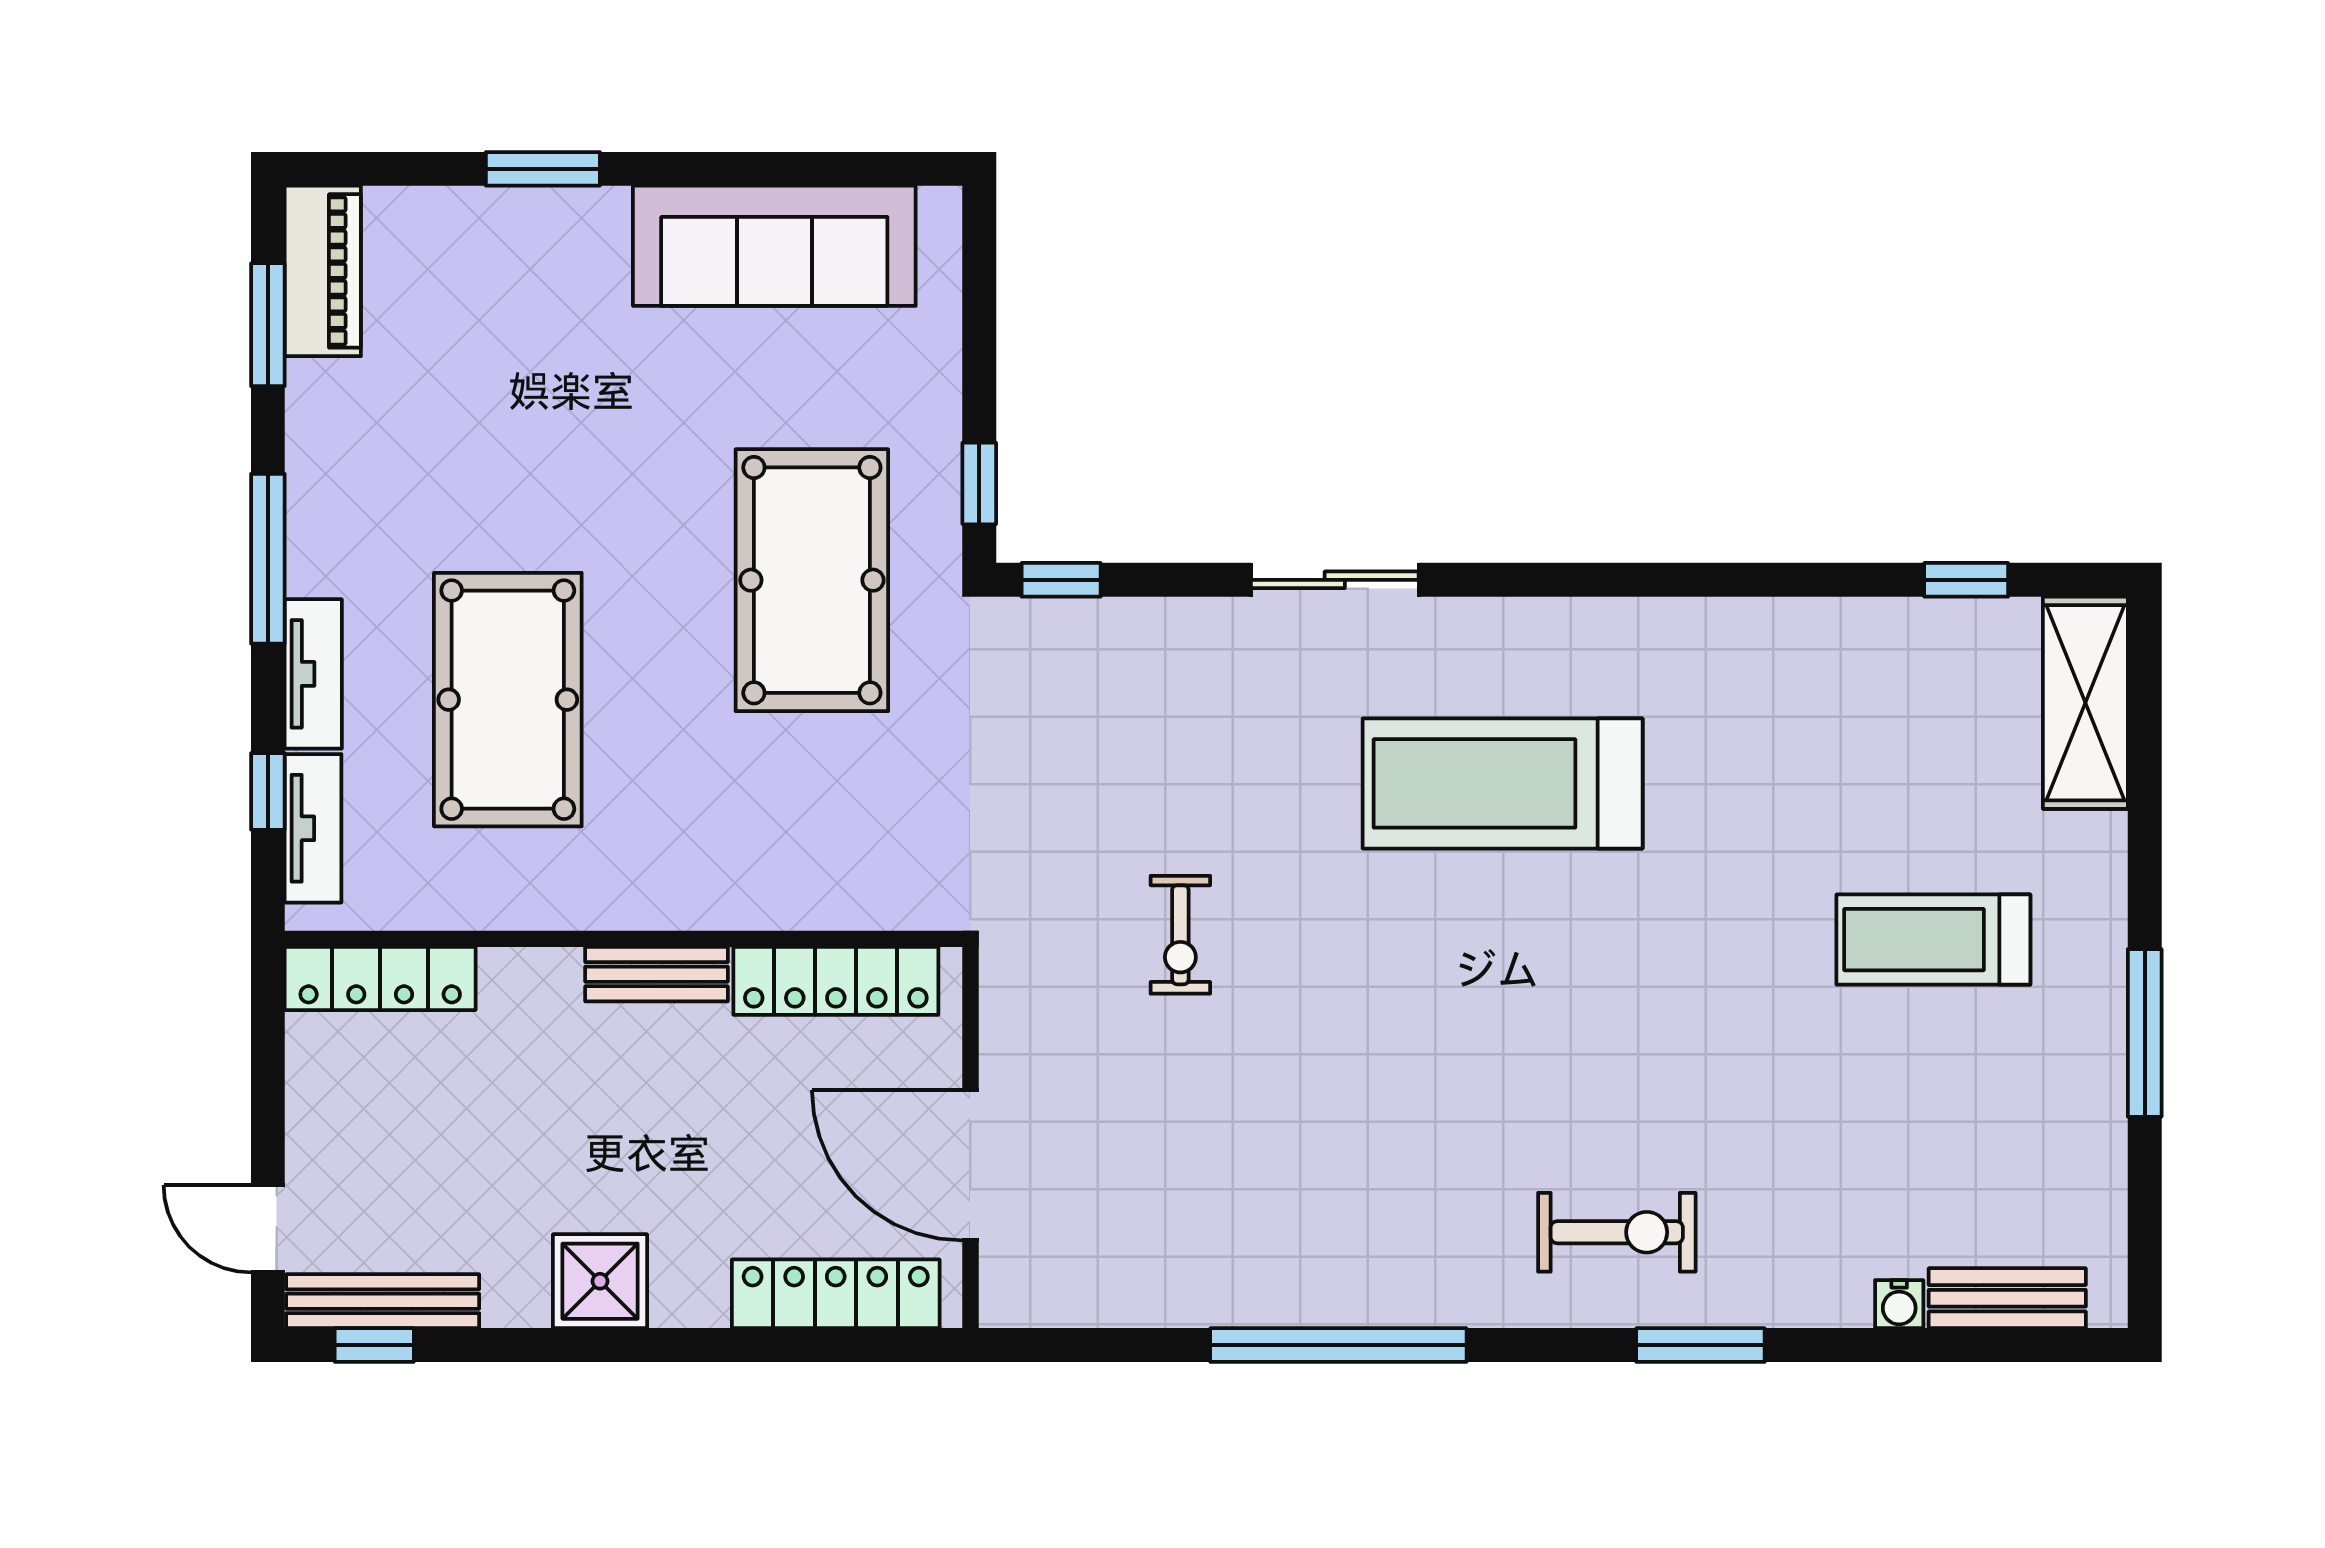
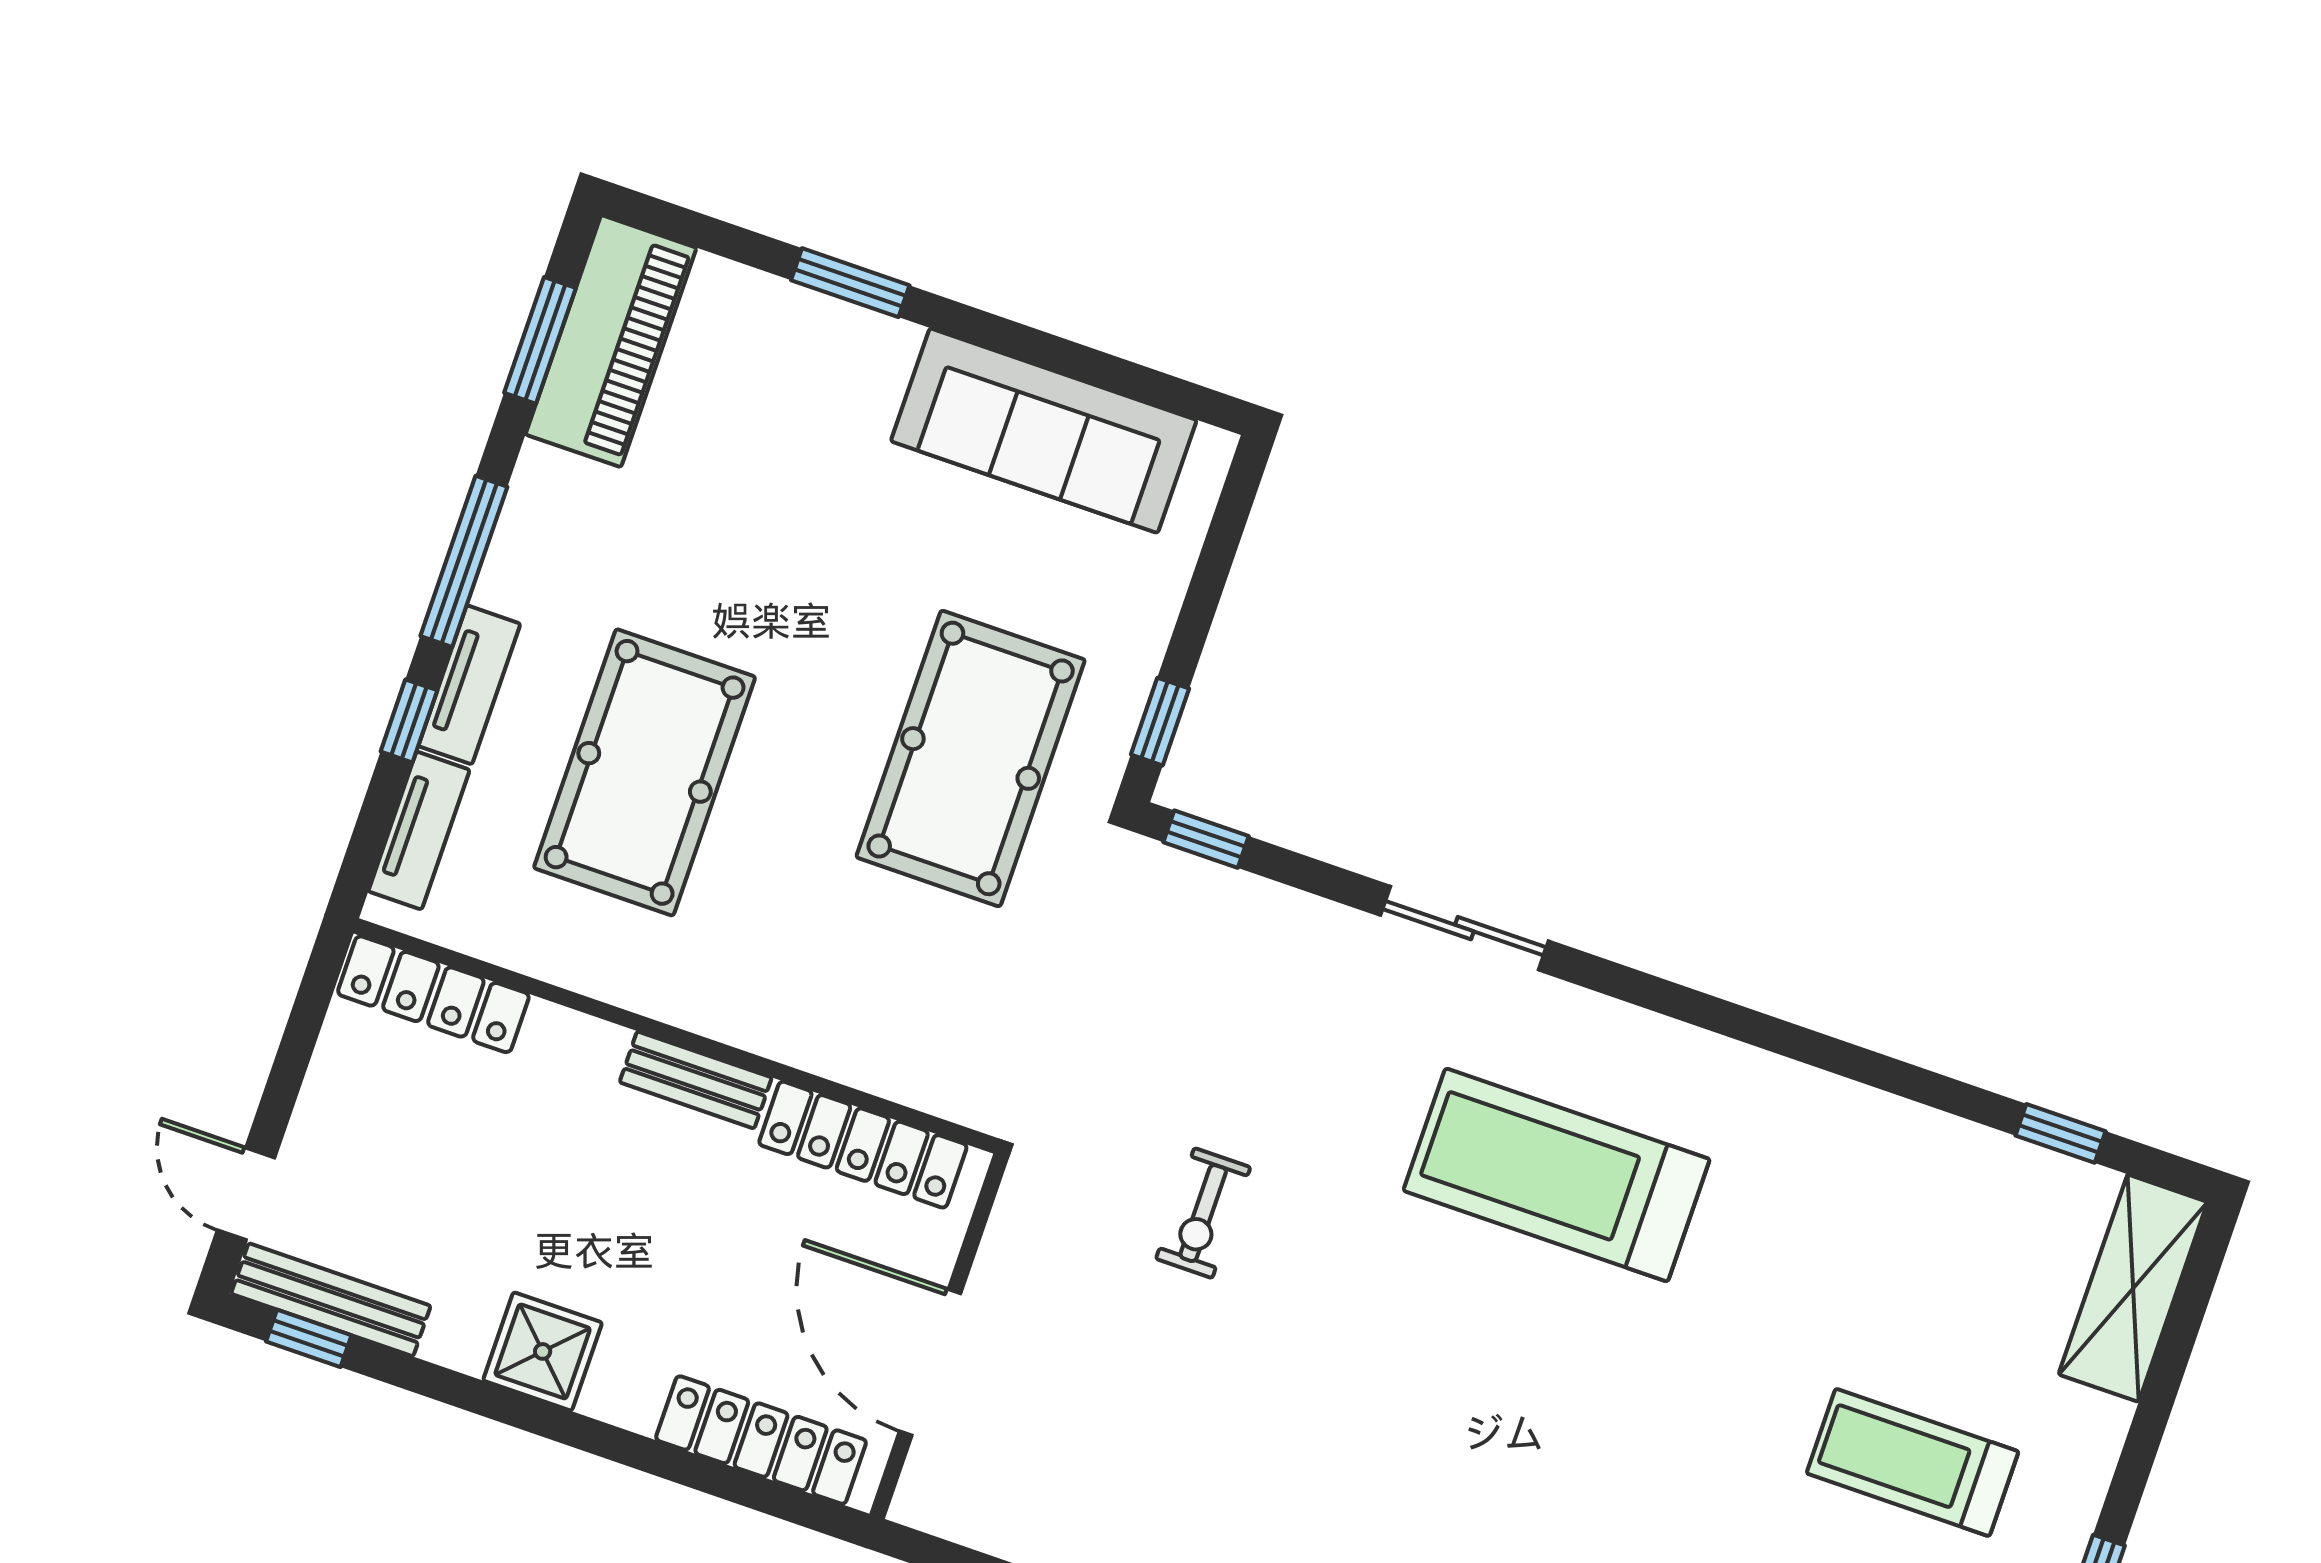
piano: (323, 271) -> (611, 341), width x1.37, depth x1.33
window: (268, 791) -> (409, 721), moved

